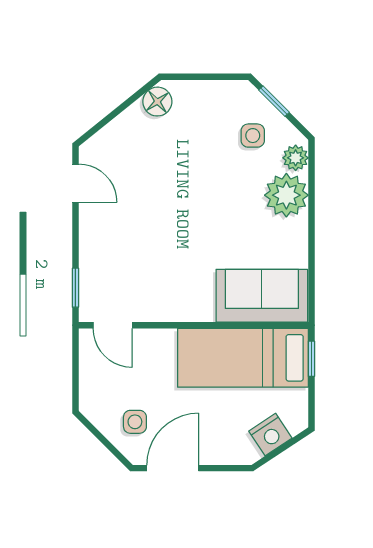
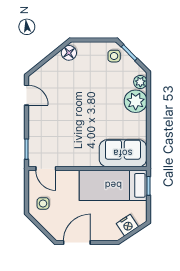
side table: (253, 136) -> (114, 56), moved
side table: (135, 422) -> (43, 203), moved

